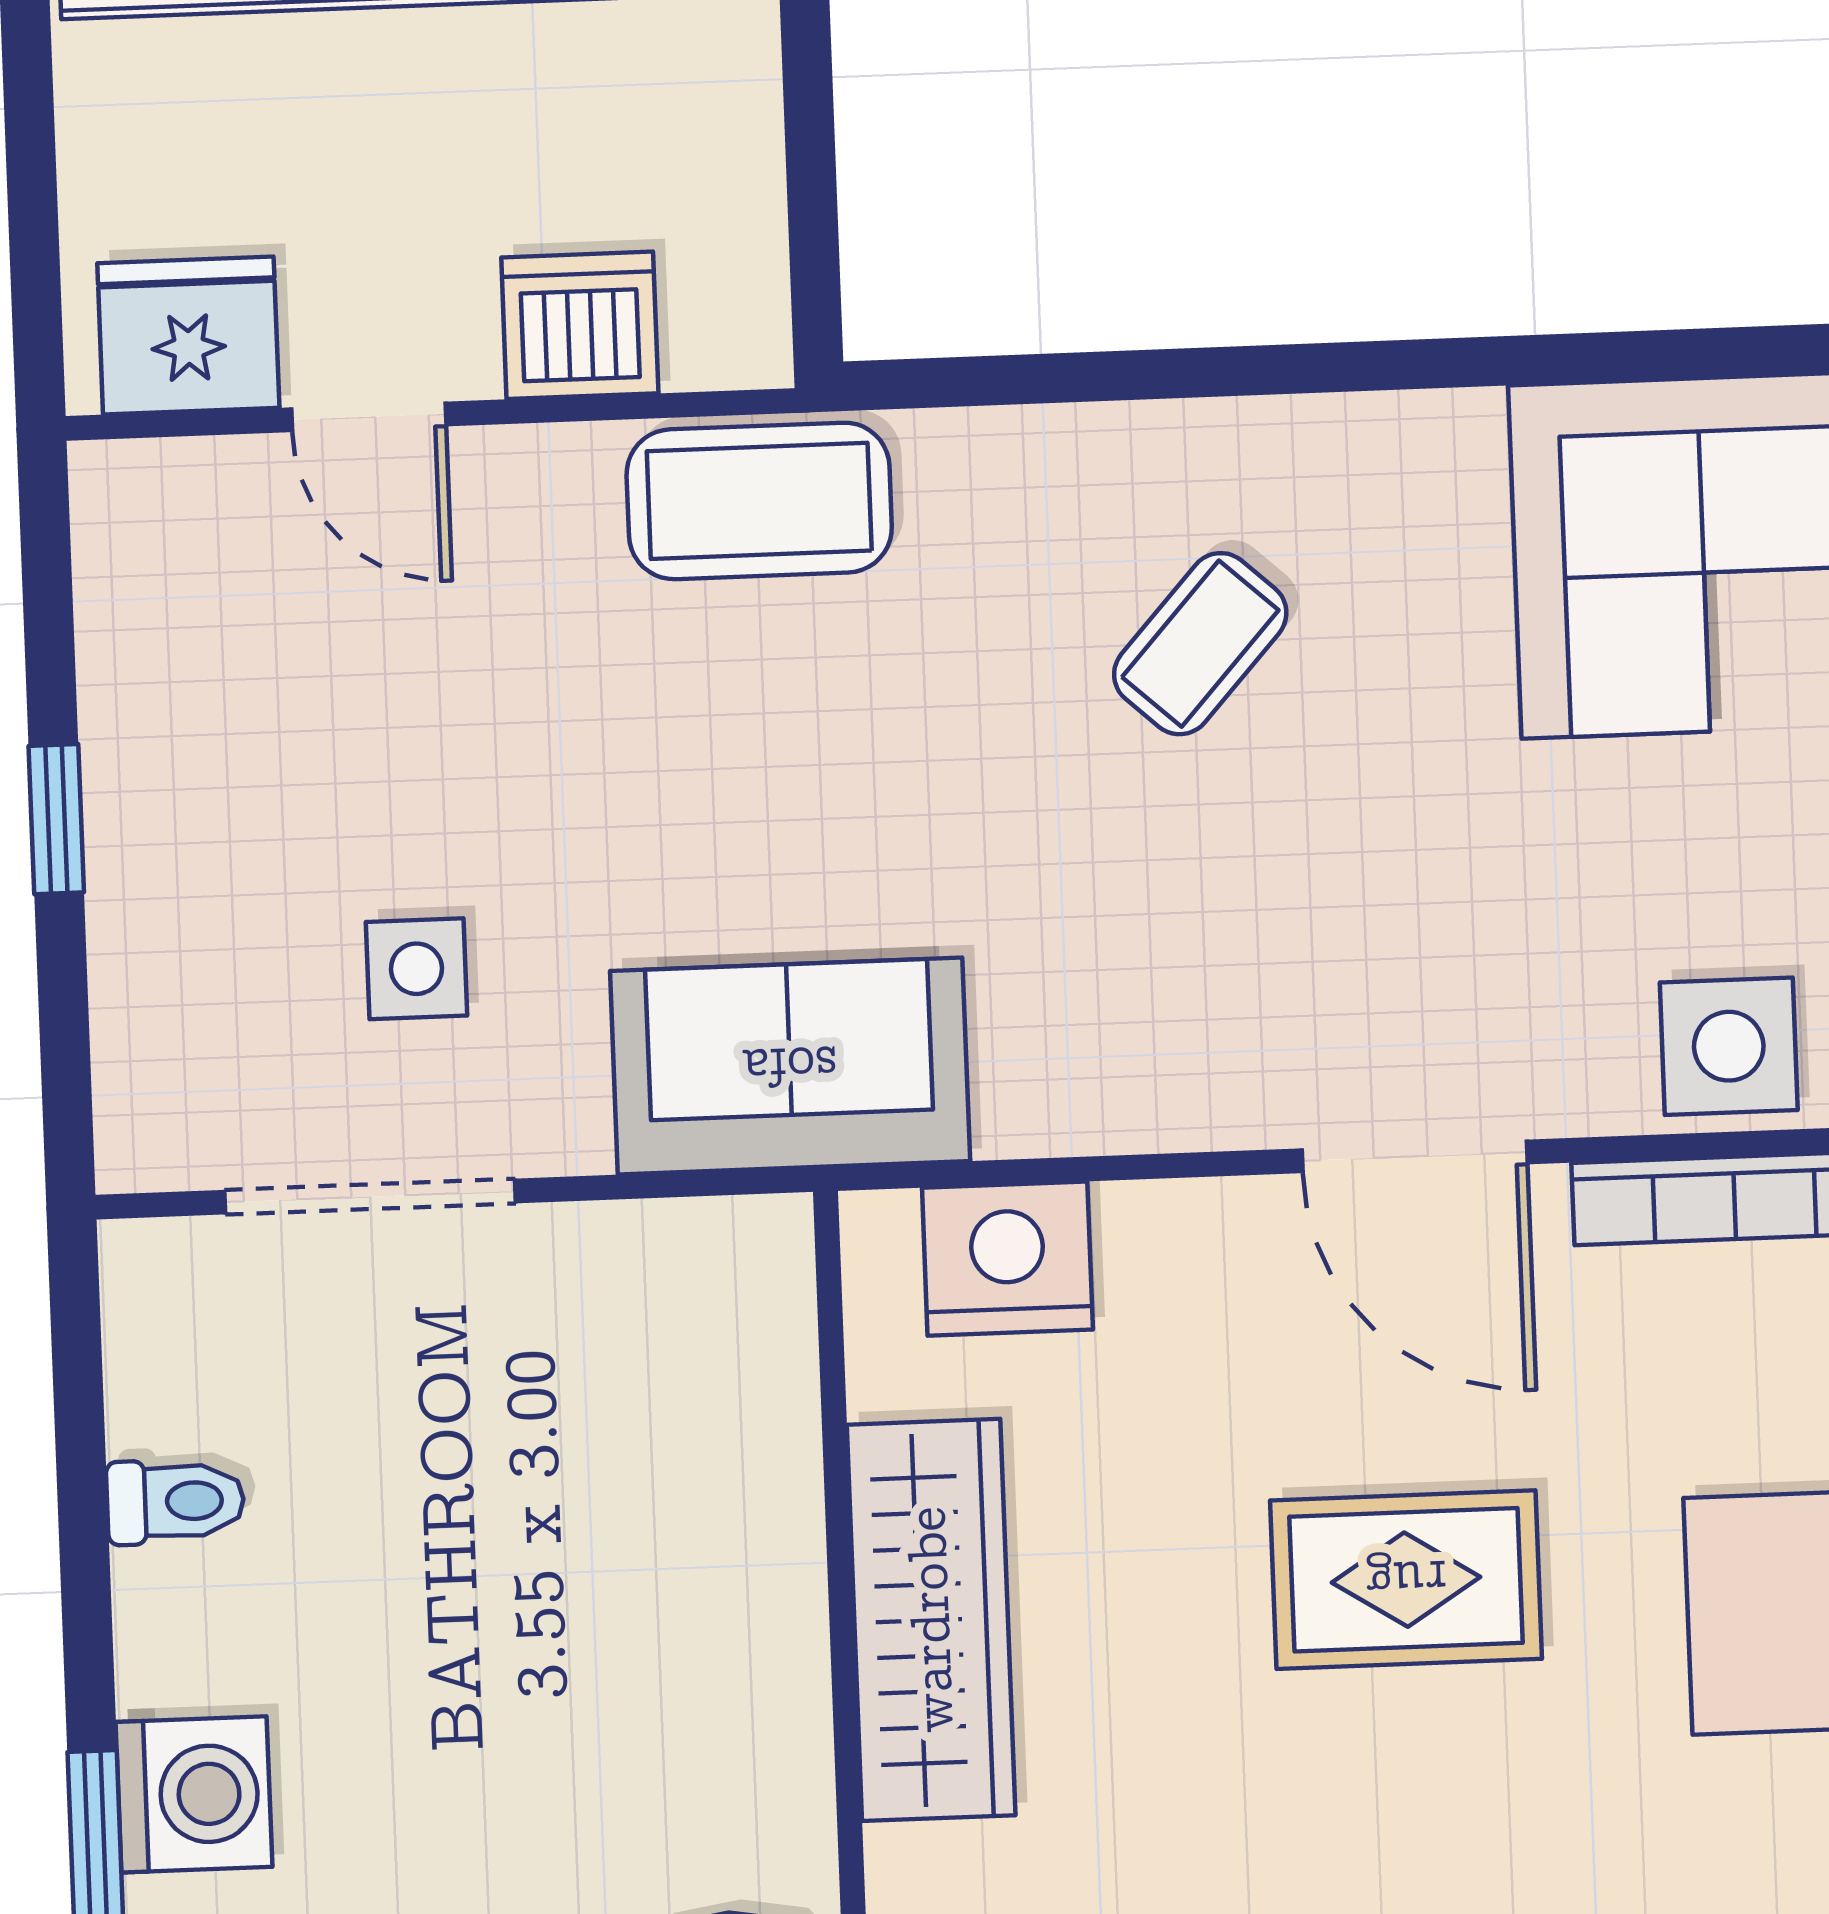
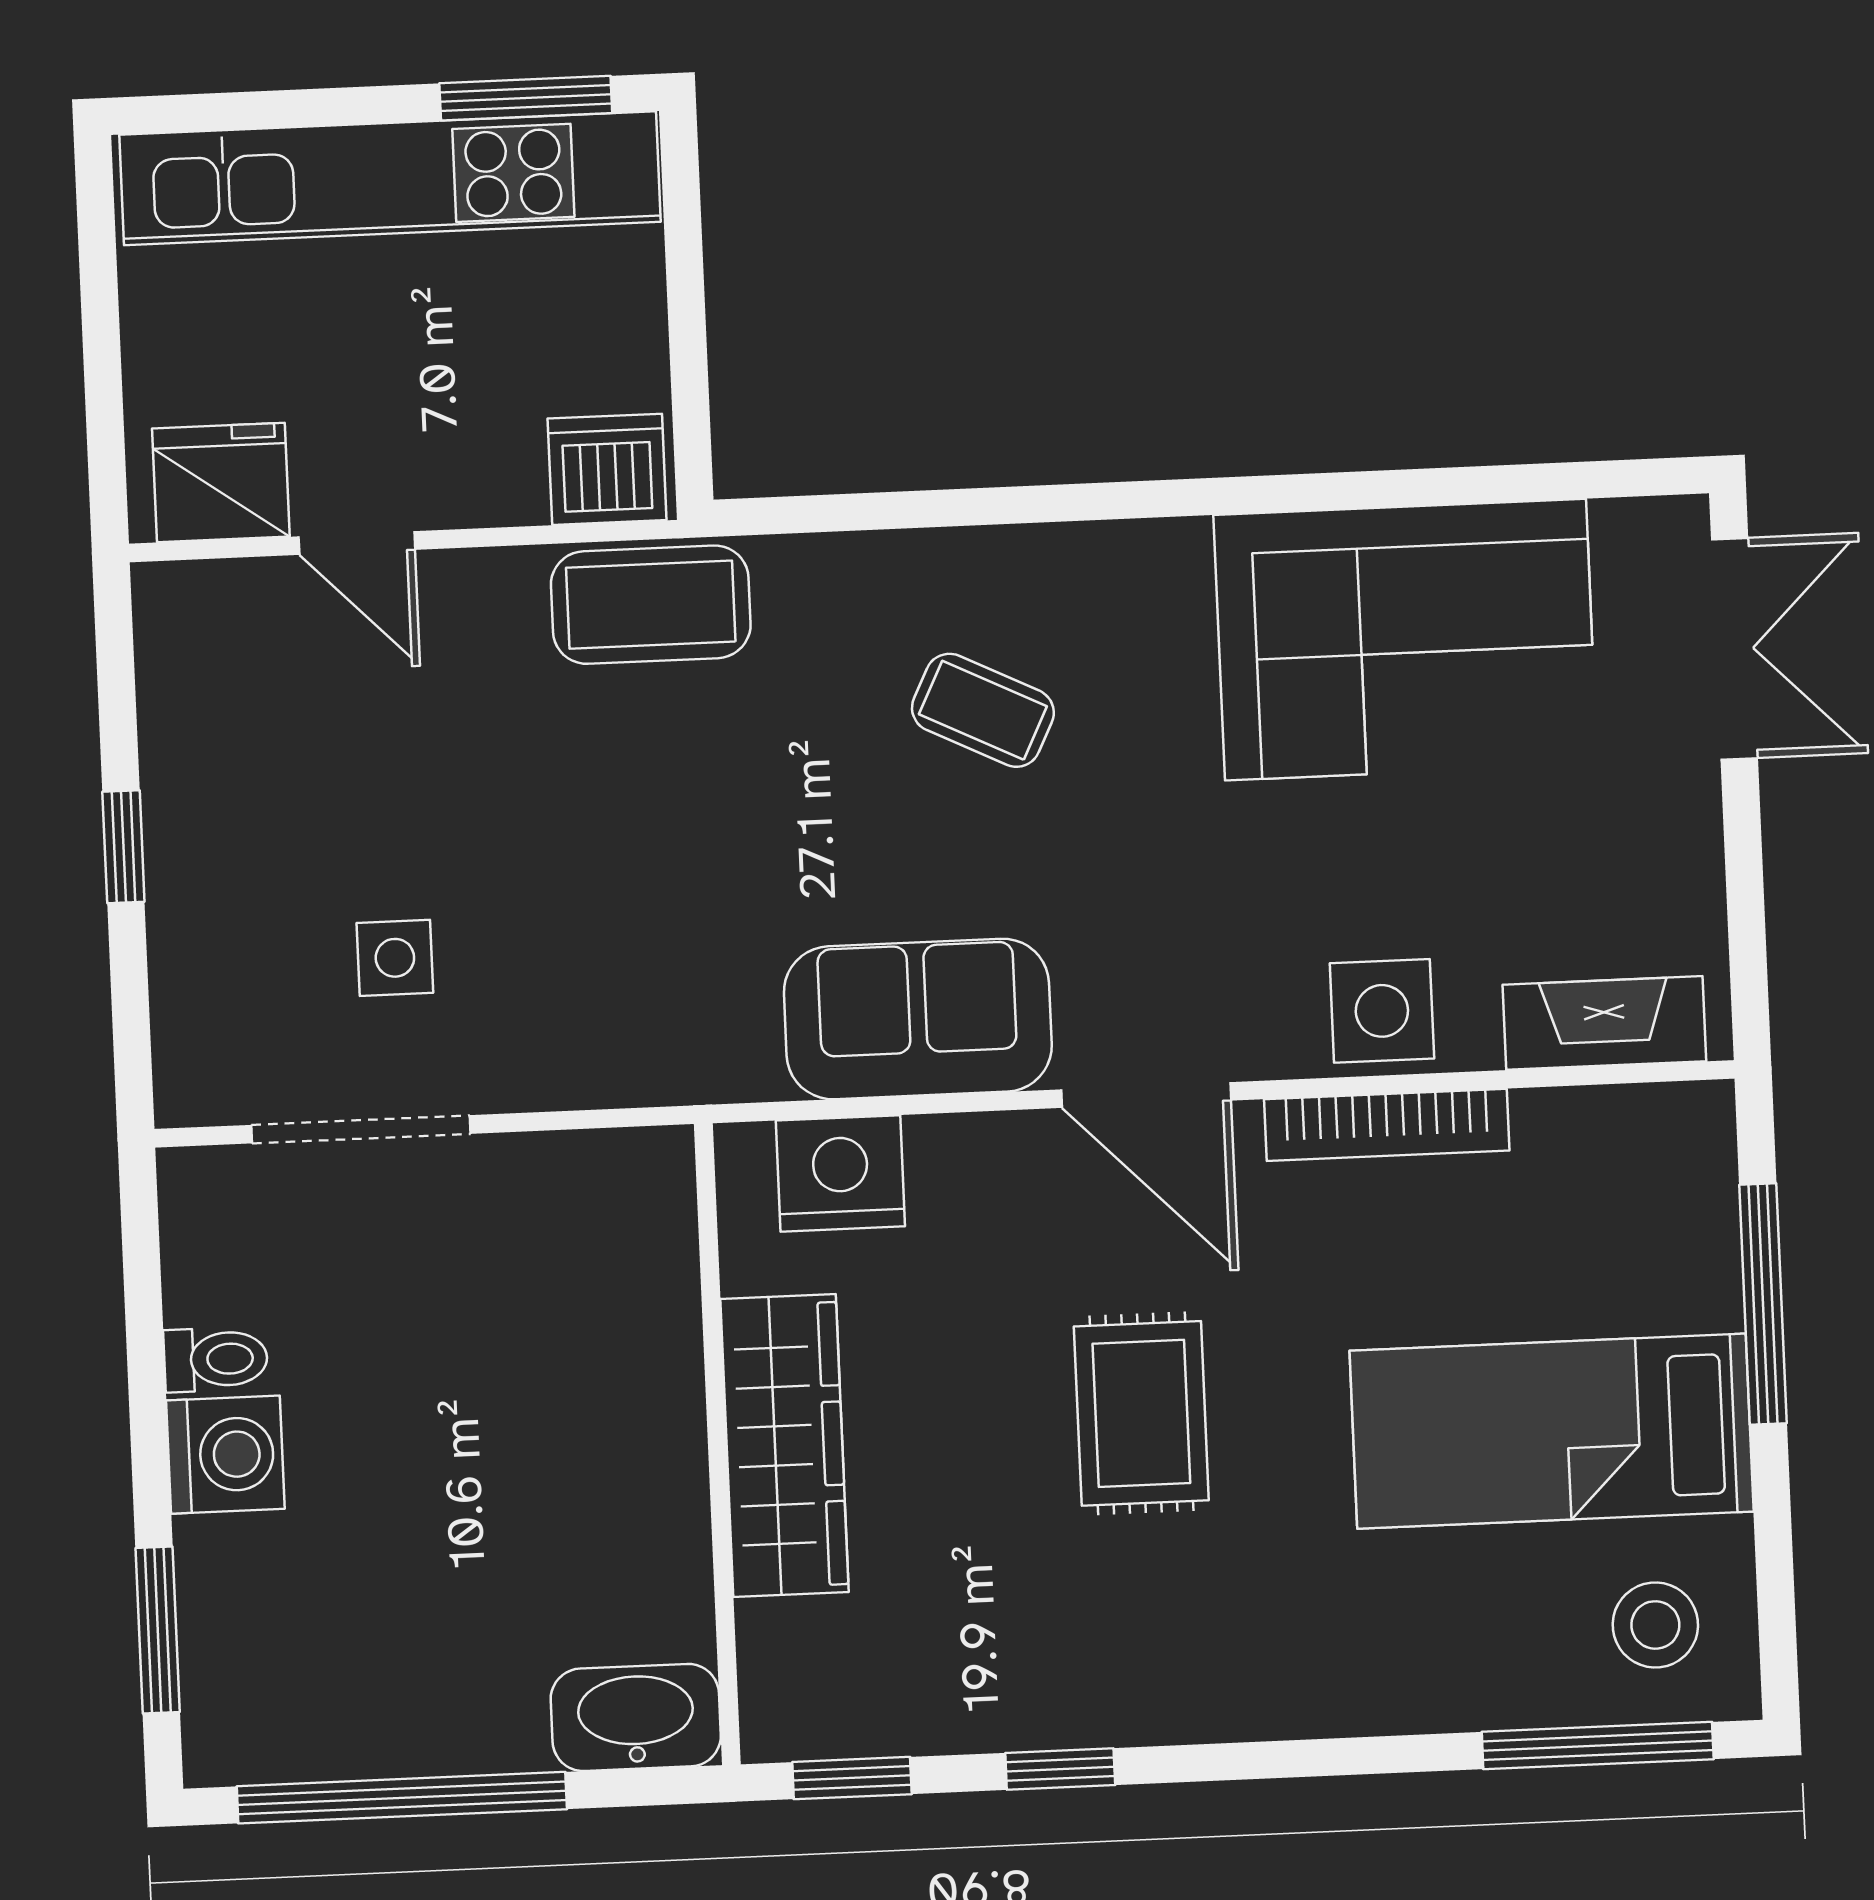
dishwasher: (580, 325) -> (607, 469), moved
coffee table: (1200, 644) -> (983, 710), turned 74
sofa: (790, 1066) -> (918, 1019), moved
rug: (1406, 1580) -> (1141, 1413), turned 90
washing machine: (194, 1794) -> (225, 1455), moved

